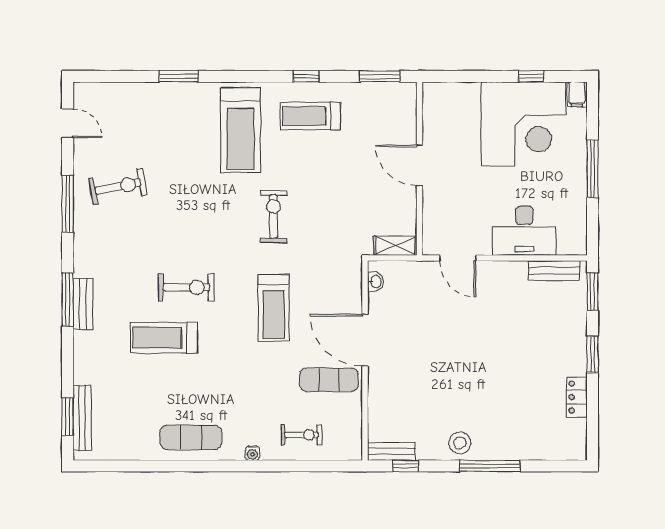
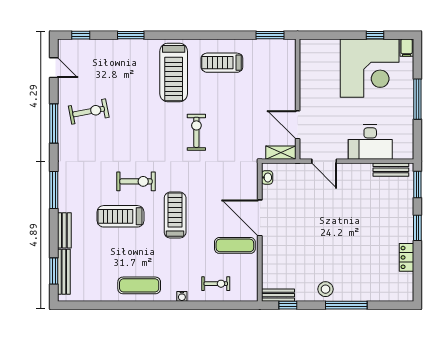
window: (306, 76) -> (81, 35), moved
door: (419, 165) -> (298, 125), moved
bench: (83, 304) -> (64, 230), moved
treadmill: (274, 308) -> (175, 215), moved, turned 180

